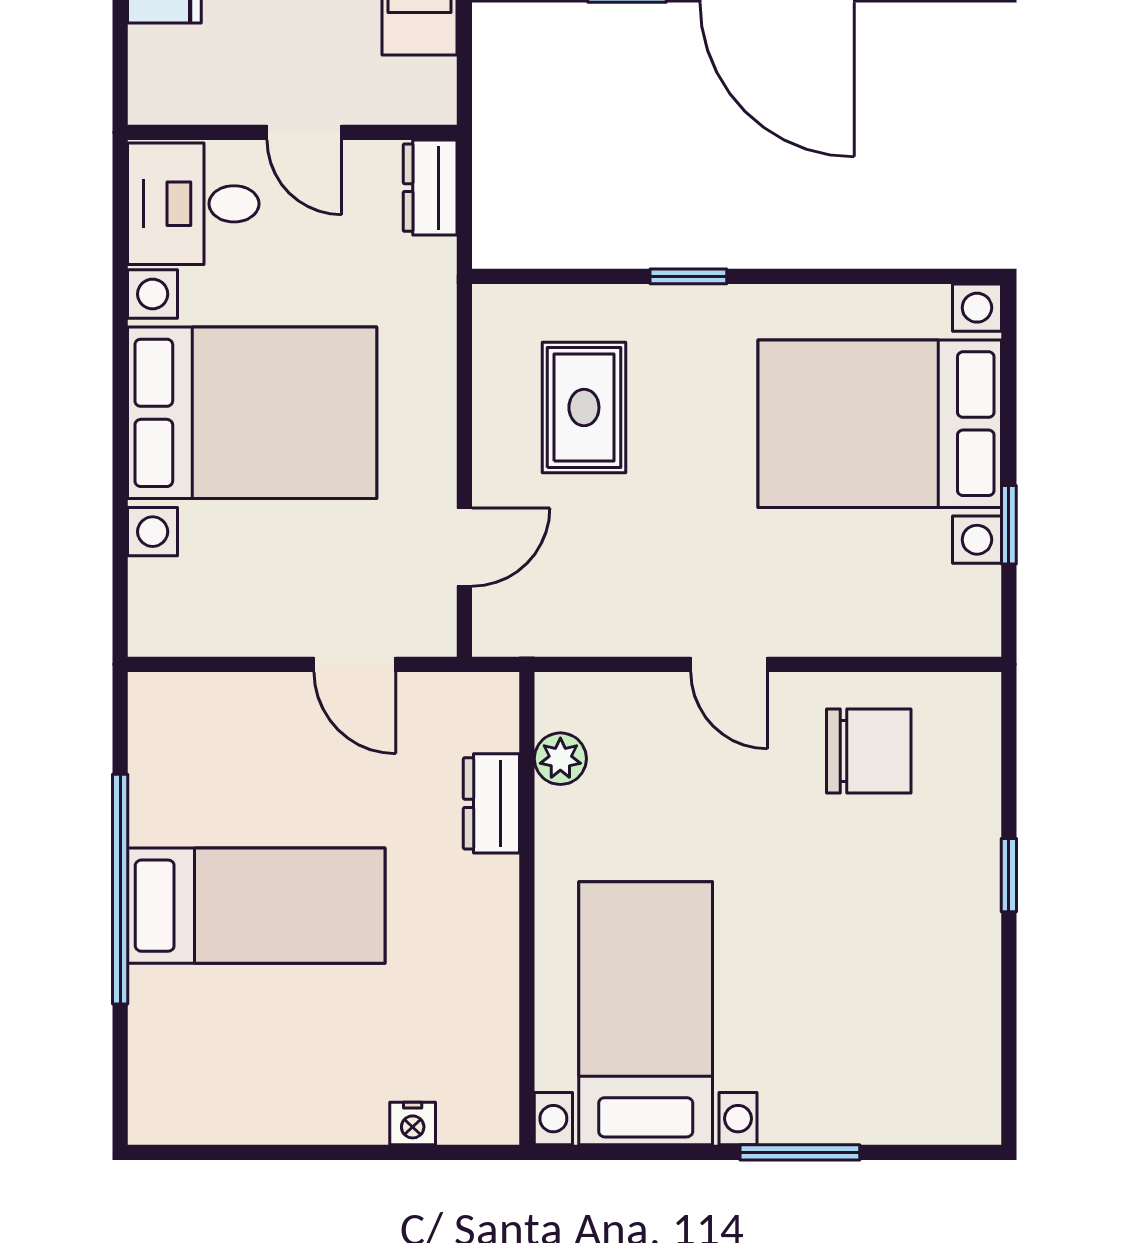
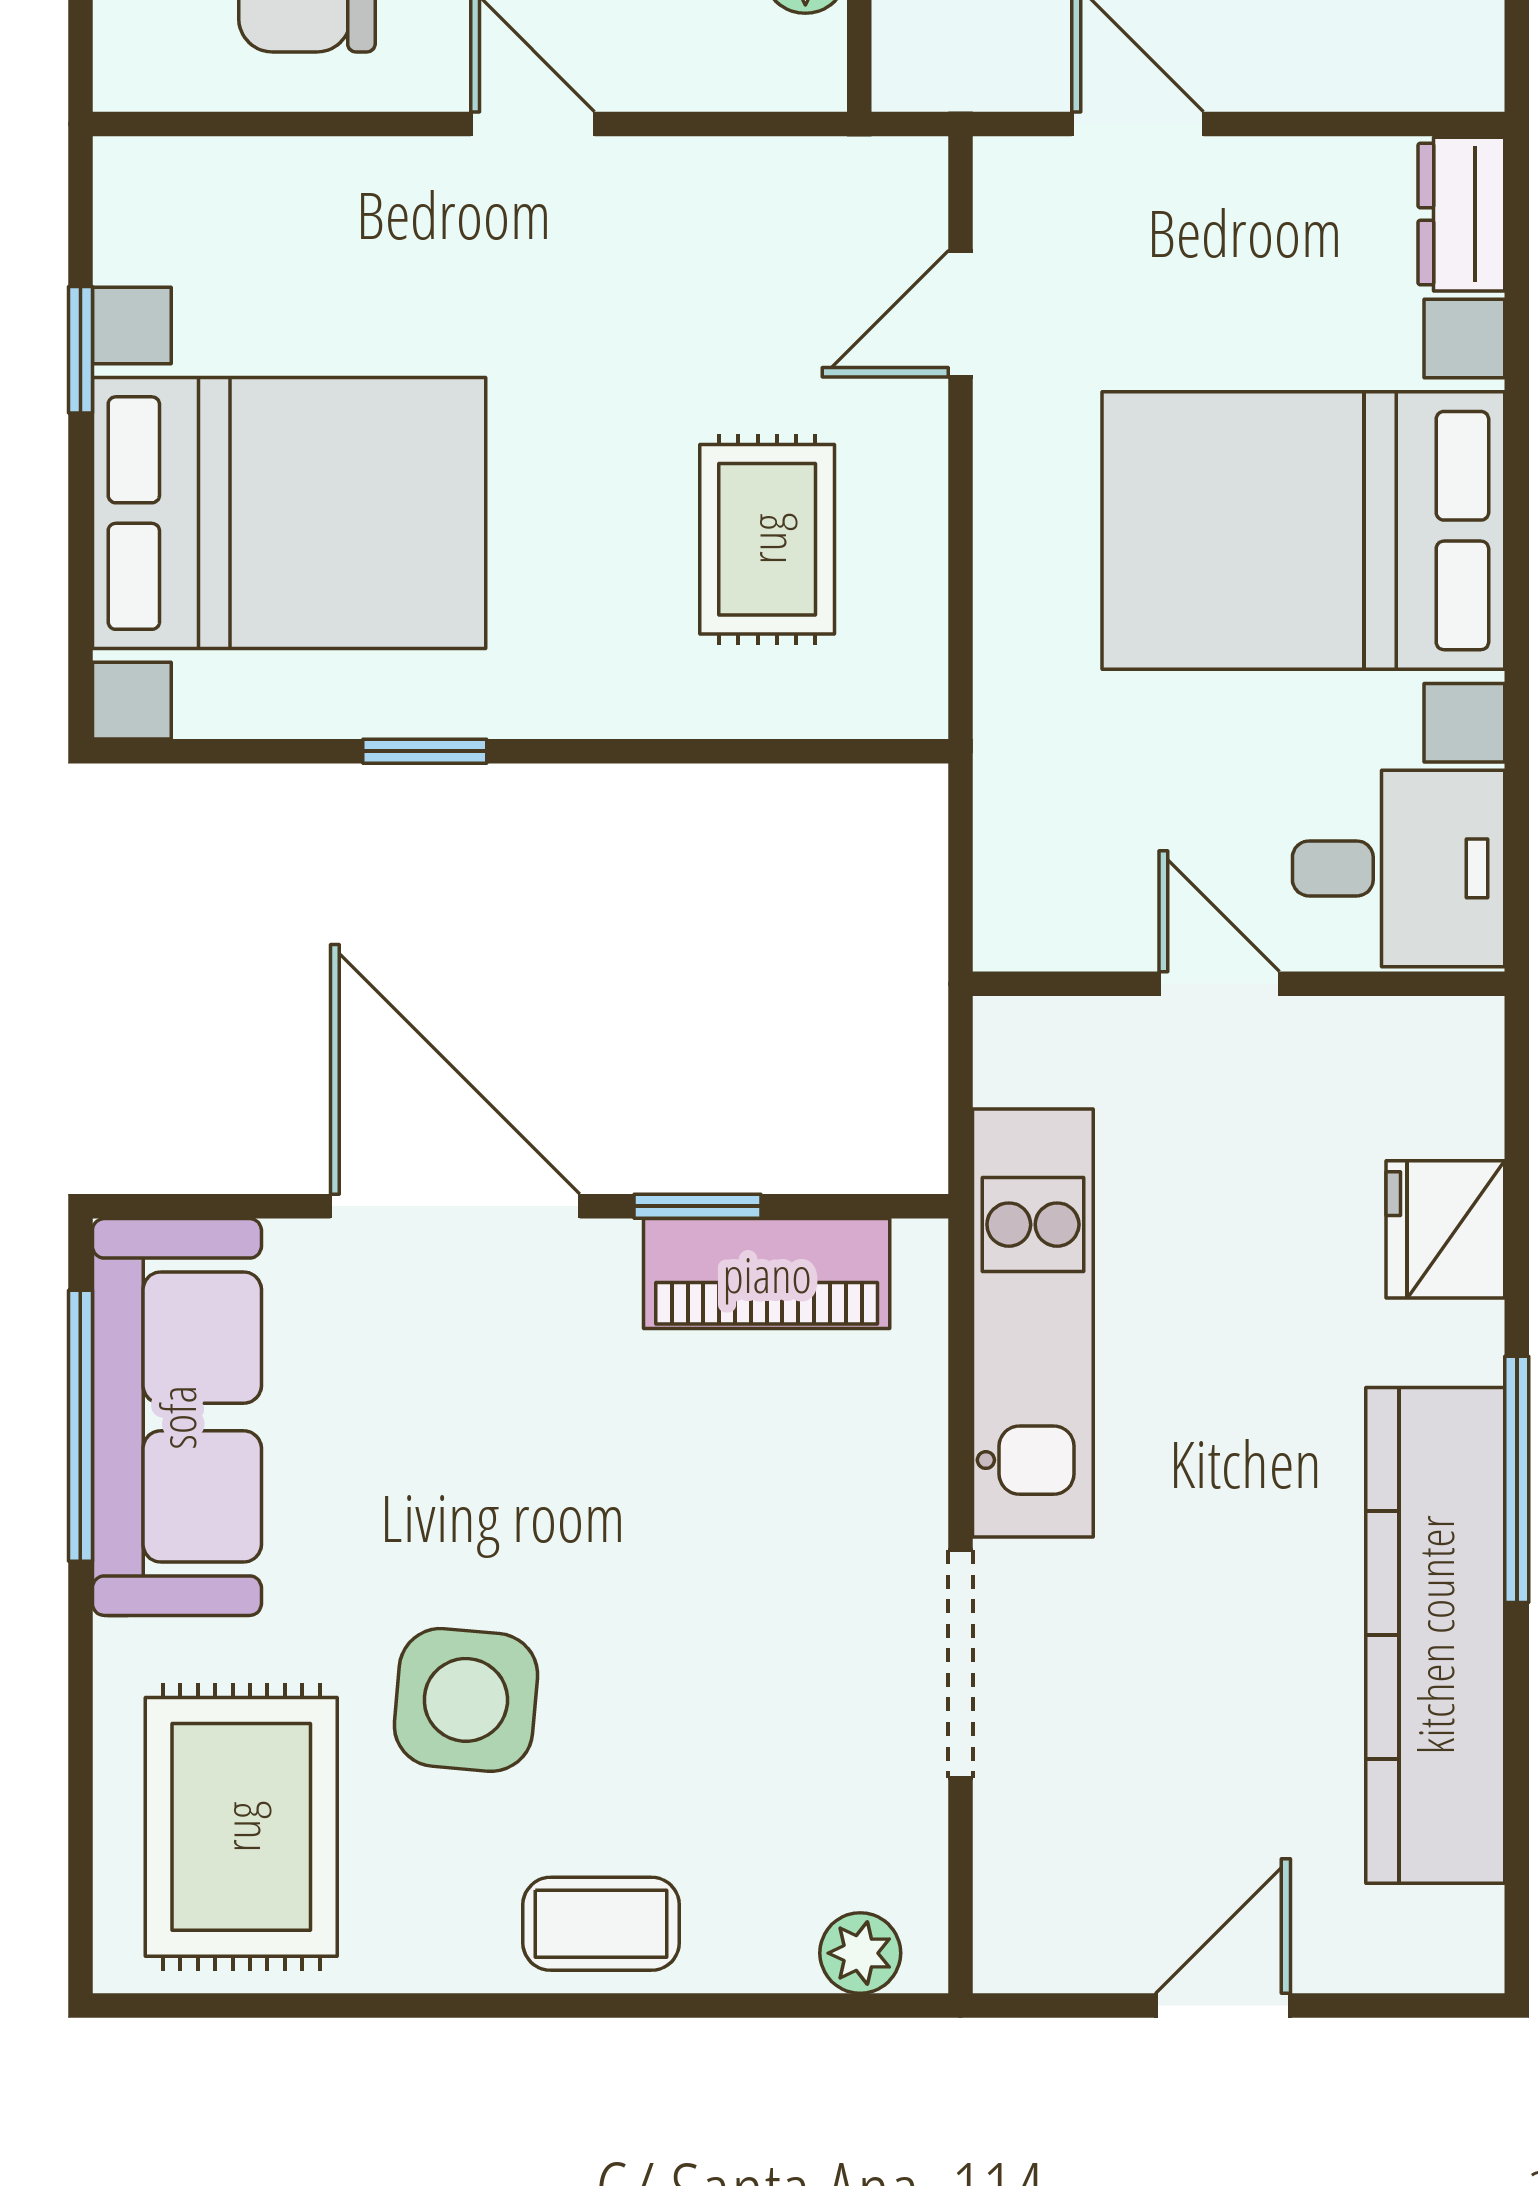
dresser: (430, 188) -> (1461, 214), moved, turned 180
window: (688, 276) -> (425, 751), moved

